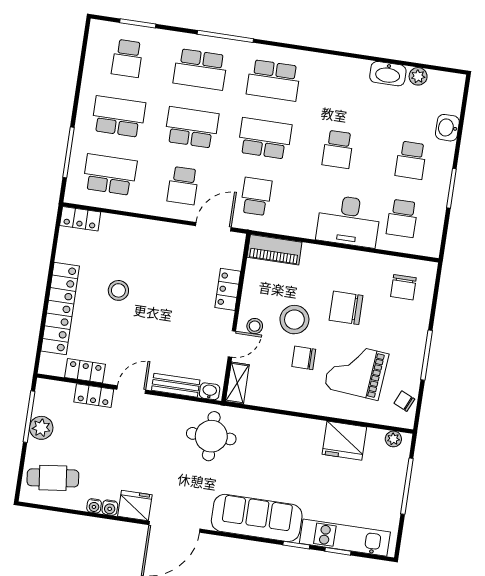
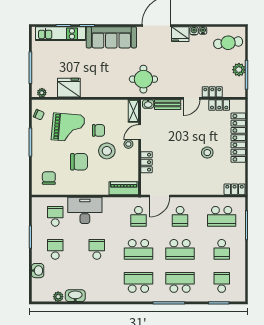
school desk: (119, 117) -> (222, 249), width x0.54
school desk: (183, 186) -> (180, 216), turned 180

